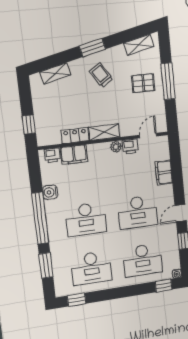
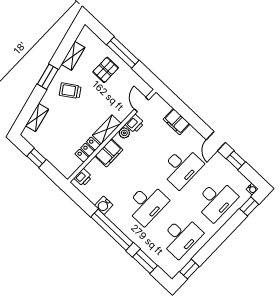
shelving: (139, 45) -> (73, 56), moved
window: (29, 125) -> (36, 158), moved
filing cabinet: (74, 155) -> (109, 153), moved

